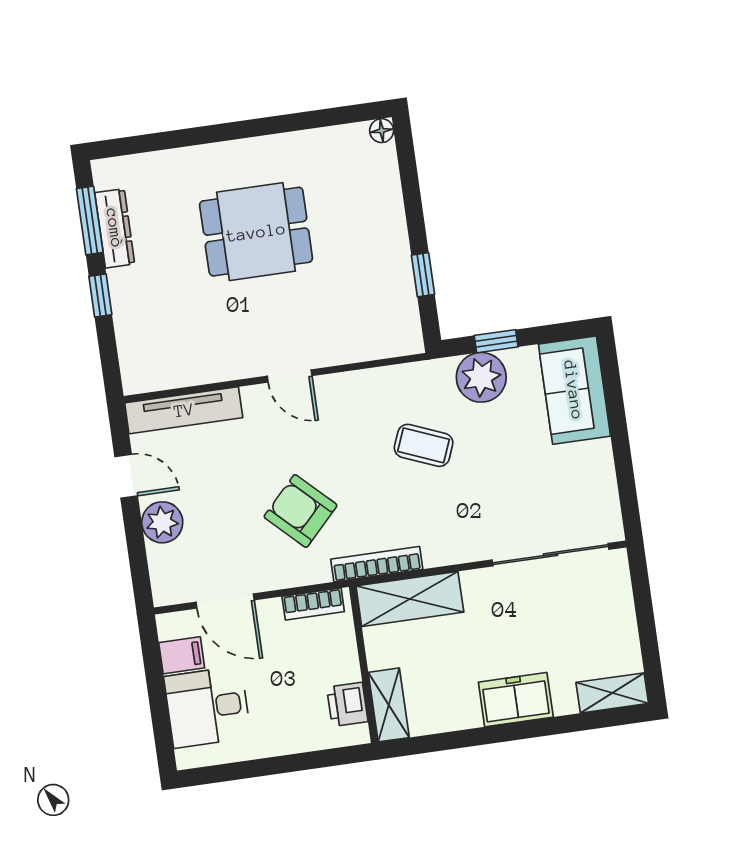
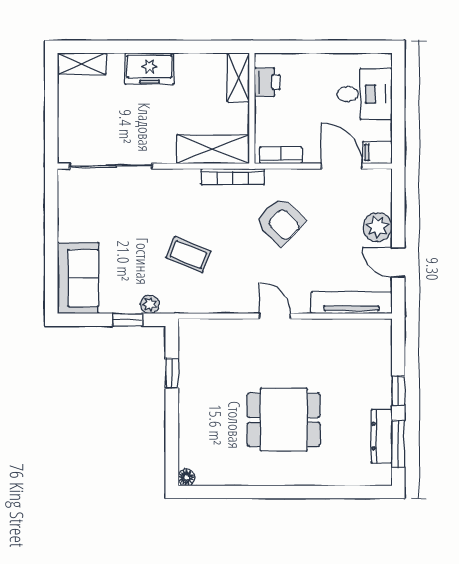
plant: (481, 377) -> (150, 304), width x0.53, depth x0.53
filing cabinet: (182, 655) -> (377, 153), moved

